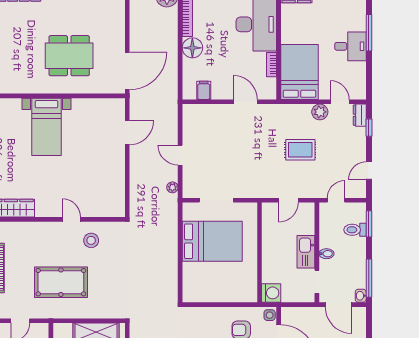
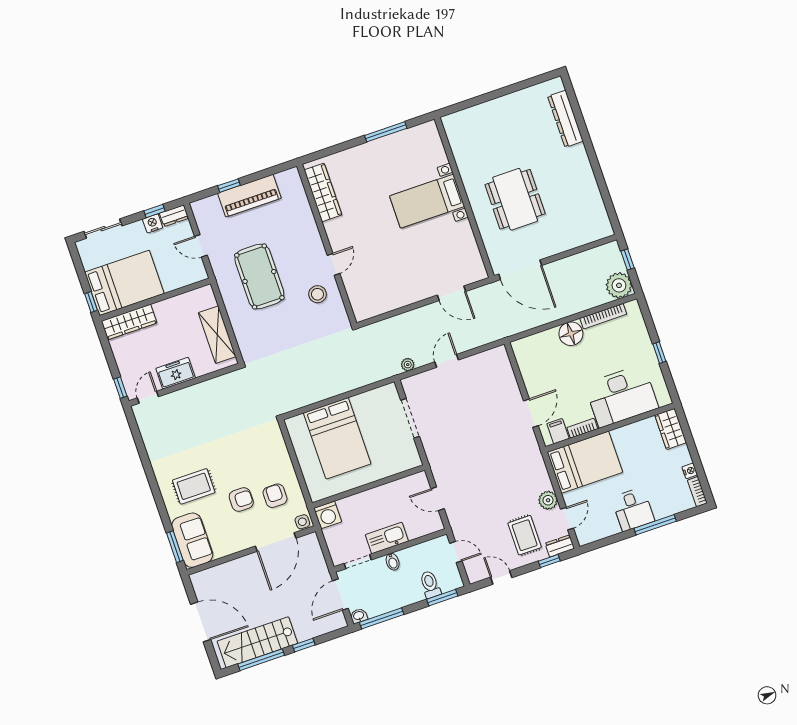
filing cabinet: (204, 90) -> (558, 431), moved, turned -90
rug: (300, 150) -> (525, 535), moved
bed: (212, 241) -> (337, 438), moved

